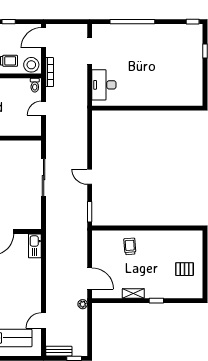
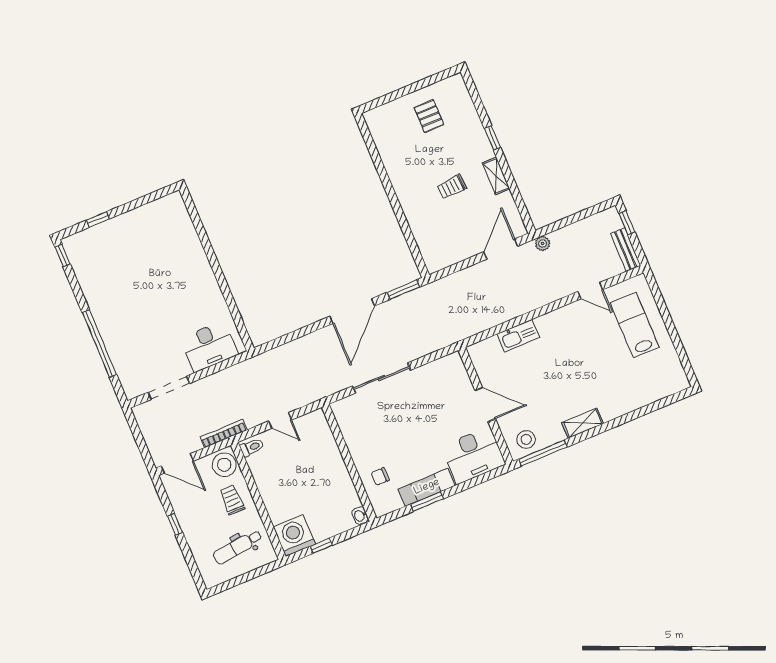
door: (90, 177) -> (352, 311), width x1.87
kitchen sink: (35, 246) -> (518, 336), moved
trolley: (130, 246) -> (452, 187), moved

